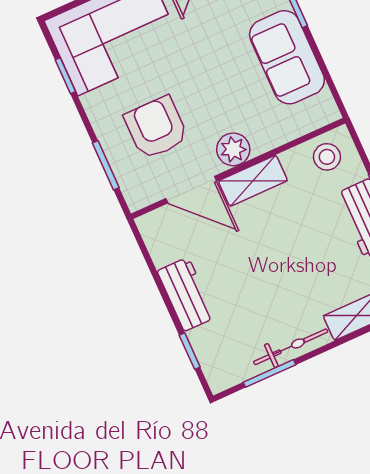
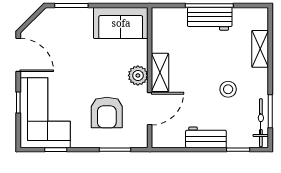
sofa: (287, 57) -> (121, 23), moved
armchair: (156, 128) -> (107, 112), turned -90
stool: (327, 157) -> (228, 89), moved
bicycle: (291, 347) -> (261, 123), moved

